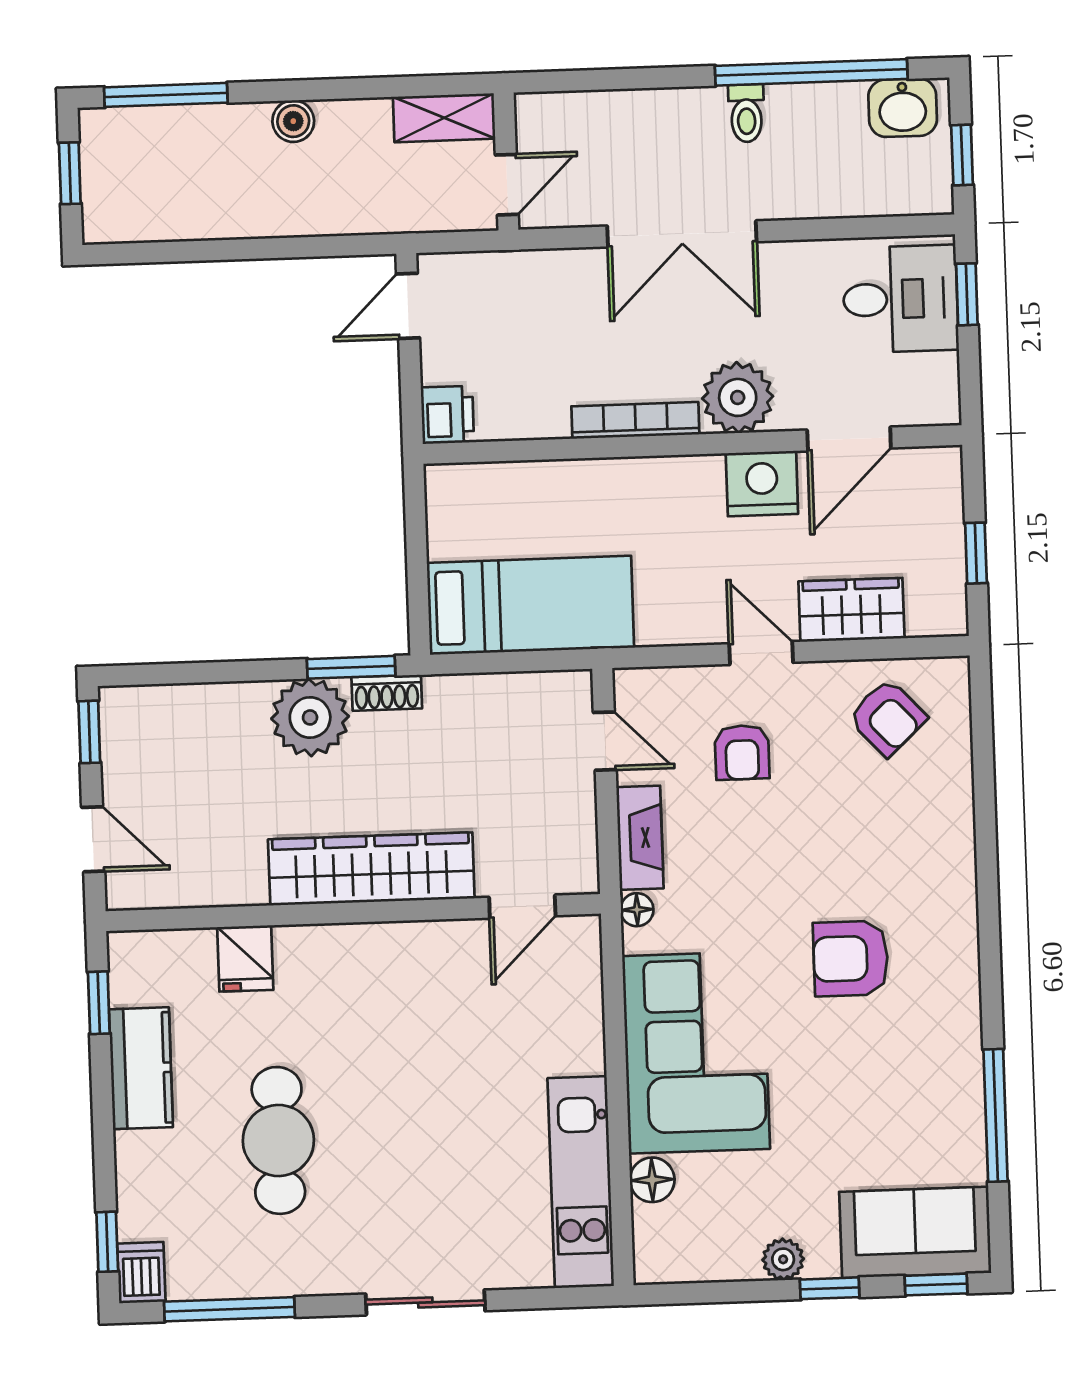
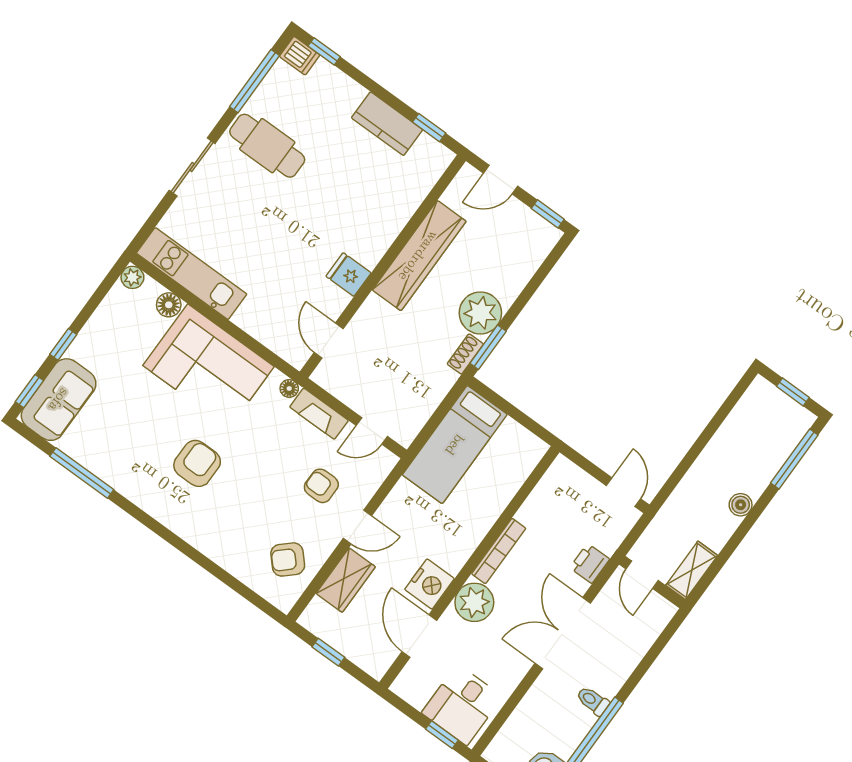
printer: (447, 415) -> (590, 563), moved, turned 90
wardrobe: (371, 869) -> (419, 256), moved
fridge: (245, 958) -> (348, 275), moved
cafe table: (278, 1140) -> (267, 146), moved
plant: (783, 1259) -> (132, 277), moved

